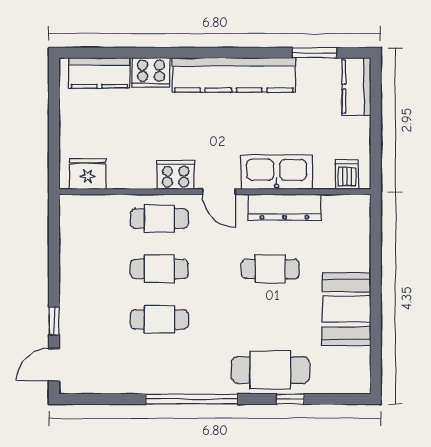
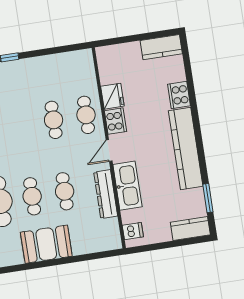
kitchen counter: (99, 73) -> (161, 47), moved, turned -90
fridge: (88, 174) -> (112, 96), moved
cafe table: (159, 319) -> (32, 196), moved

